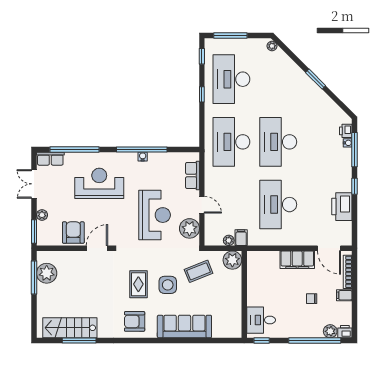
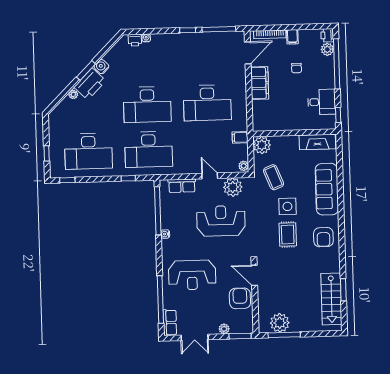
window: (230, 35) -> (47, 153), width x0.46
plant: (272, 46) -> (73, 94), moved
window: (202, 94) -> (128, 178), moved
water cooler: (319, 95) -> (101, 67), added
window: (142, 150) -> (158, 211), moved
window: (354, 150) -> (219, 29), moved
reception desk: (99, 183) -> (192, 275), turned -90
door: (202, 205) -> (210, 176), hinge flipped
printer: (342, 207) -> (90, 84), moved, turned -45
armchair: (73, 233) -> (240, 298), turned 90
plant: (229, 240) -> (244, 166), moved
rug: (138, 284) -> (288, 235), turned 90
fireplace: (234, 318) -> (317, 142), added
desk: (261, 320) -> (322, 102), moved, turned -90
window: (79, 341) -> (343, 290), width x0.69

